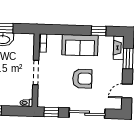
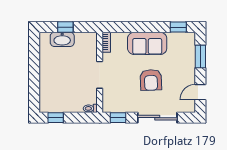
window: (99, 31) -> (178, 27), moved
fireplace: (119, 48) -> (190, 45), removed
armchair: (82, 79) -> (151, 80), turned 88

